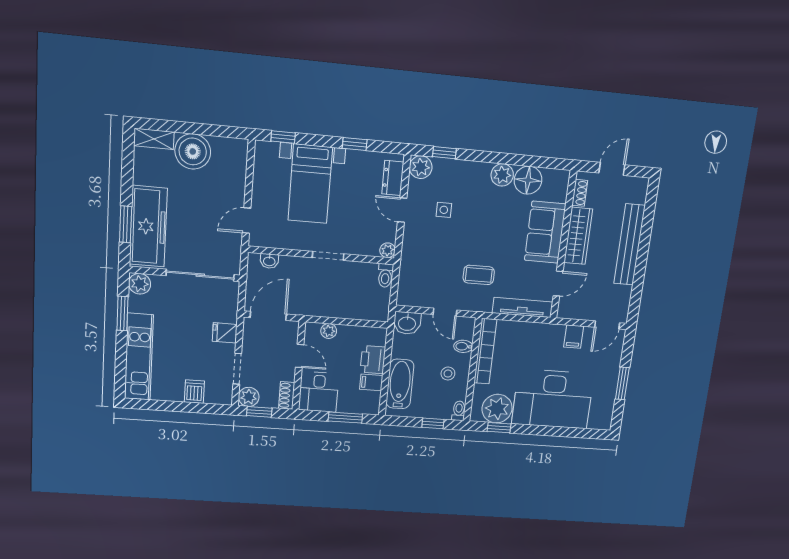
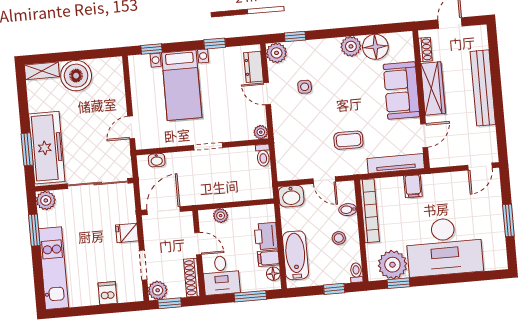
filing cabinet: (574, 337) -> (413, 186), moved
shoe rack: (287, 395) -> (192, 278), width x1.43
floor lamp: (373, 399) -> (273, 274), added

